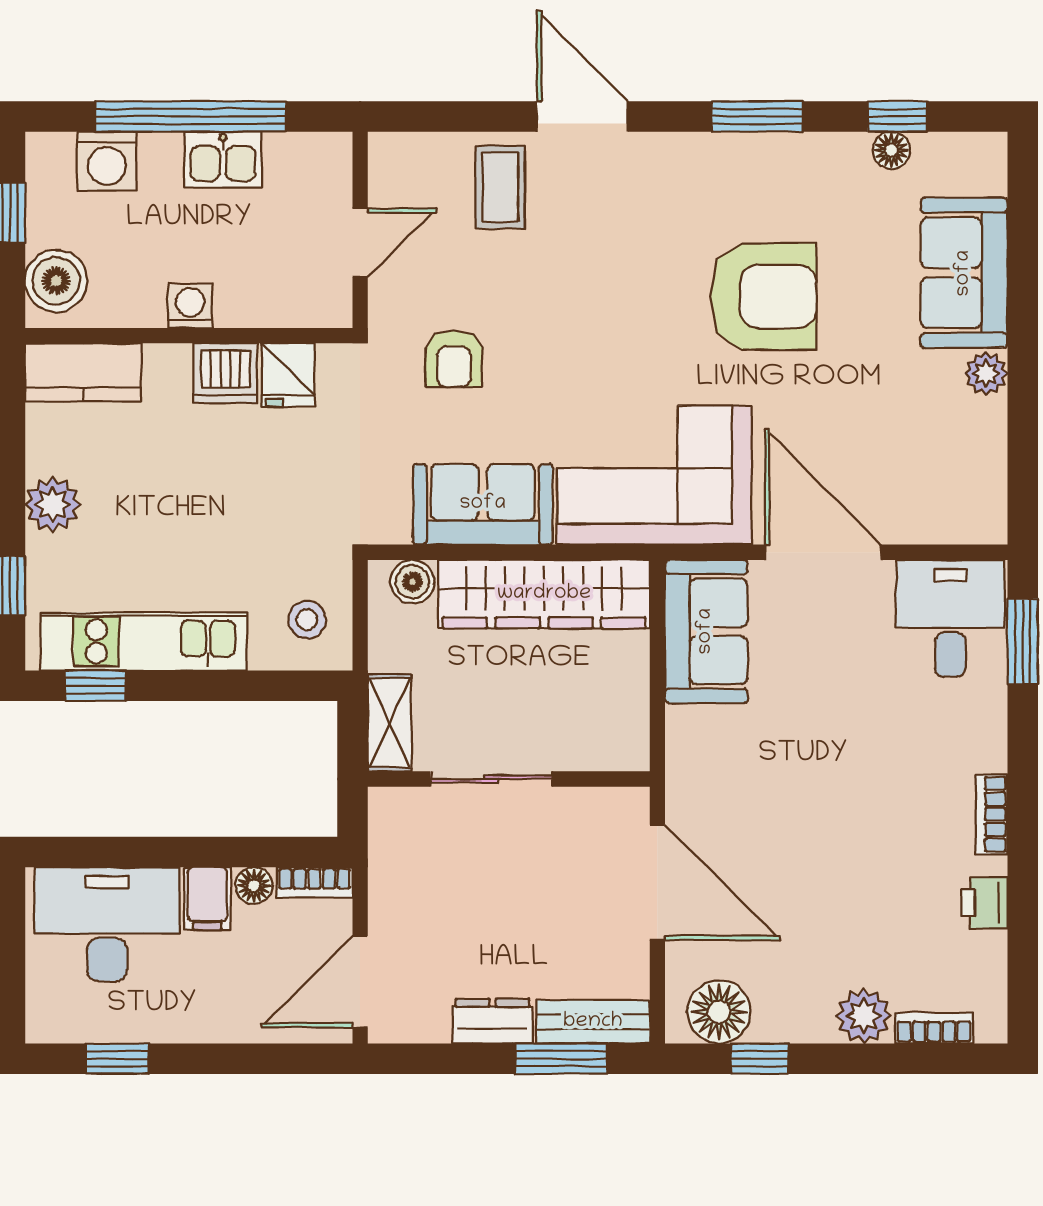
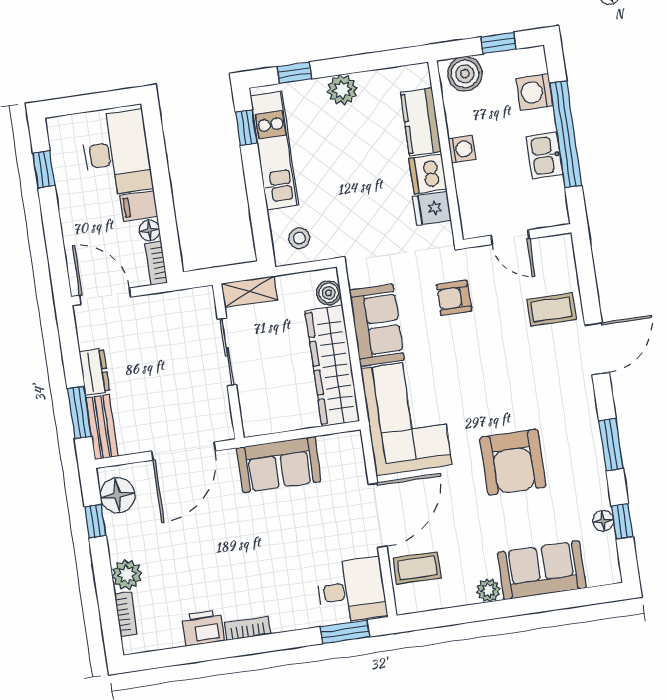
kitchen counter: (83, 372) -> (421, 122), moved
coffee table: (927, 495) -> (417, 568), added
sofa: (706, 631) -> (279, 464), moved
printer: (984, 903) -> (203, 628), width x1.36, depth x1.24

